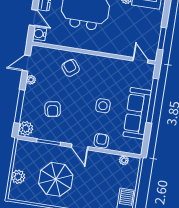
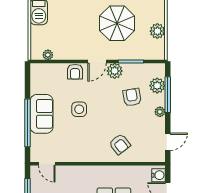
plant: (31, 80) -> (160, 112), moved
sofa: (137, 113) -> (42, 114), width x0.73
plant: (26, 128) -> (157, 86), moved
plant: (65, 136) -> (115, 71), added
door: (80, 147) -> (97, 62), swing flipped
plant: (18, 177) -> (157, 31), moved

